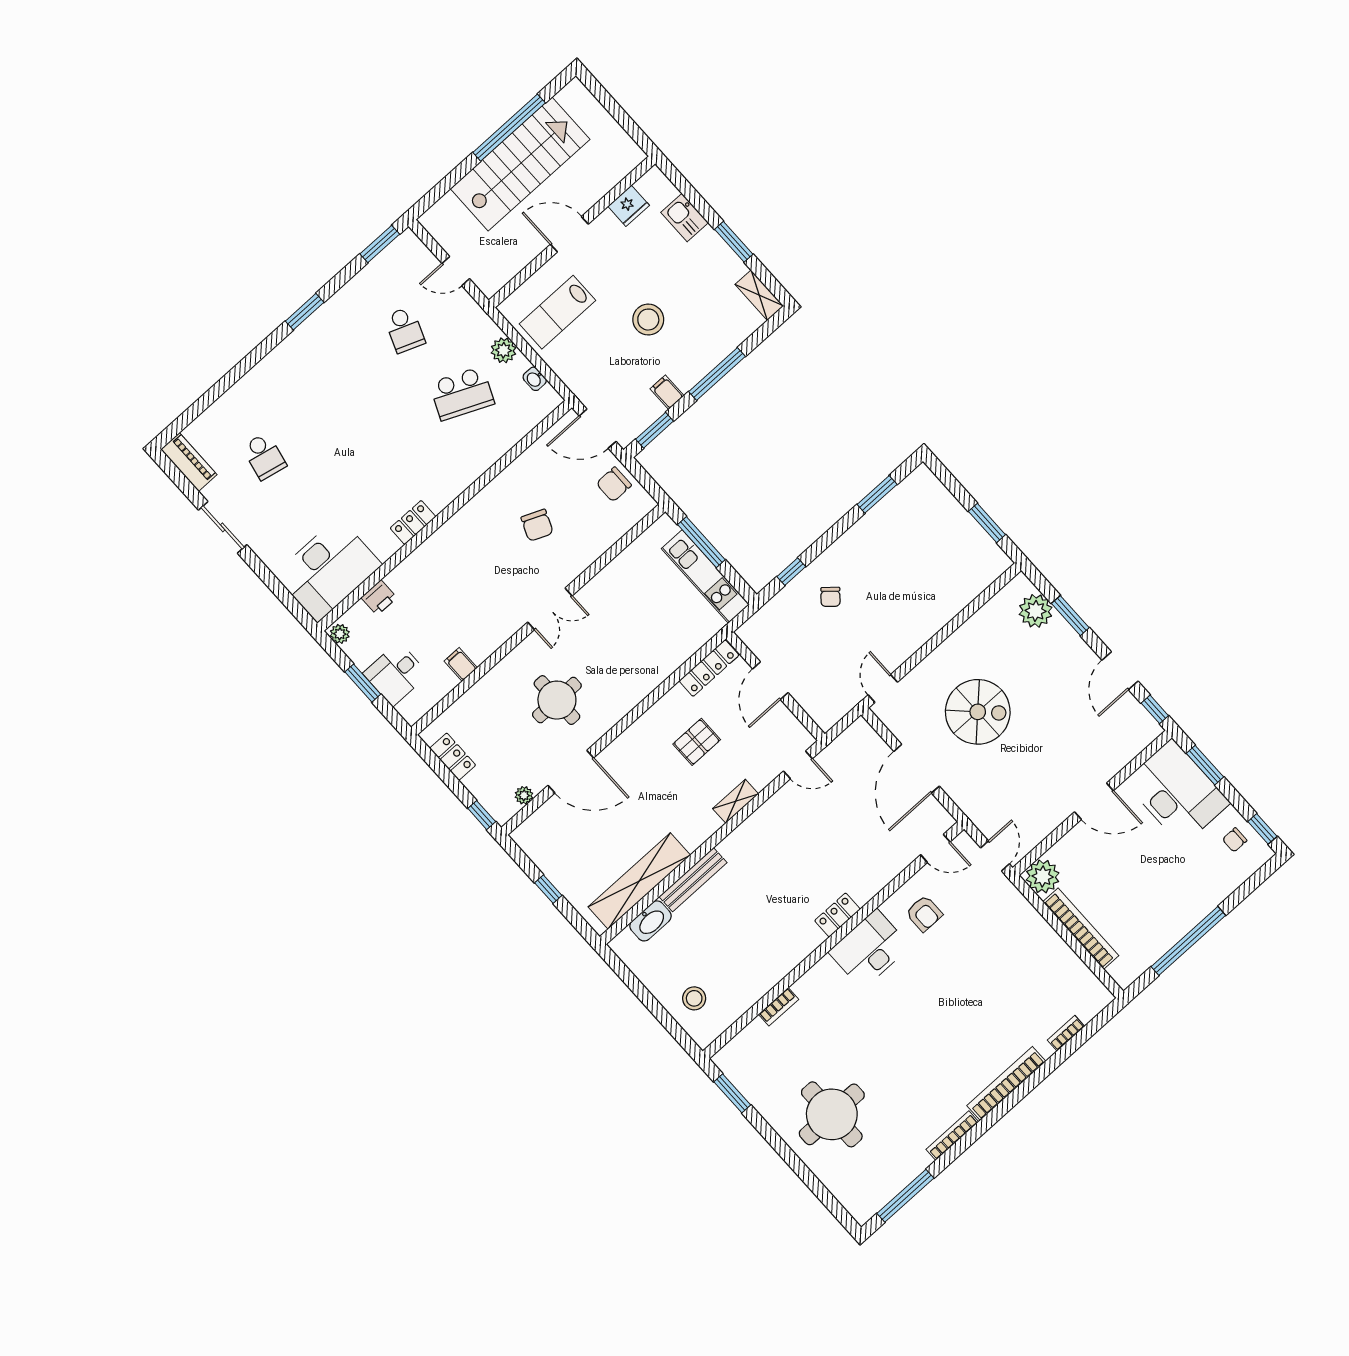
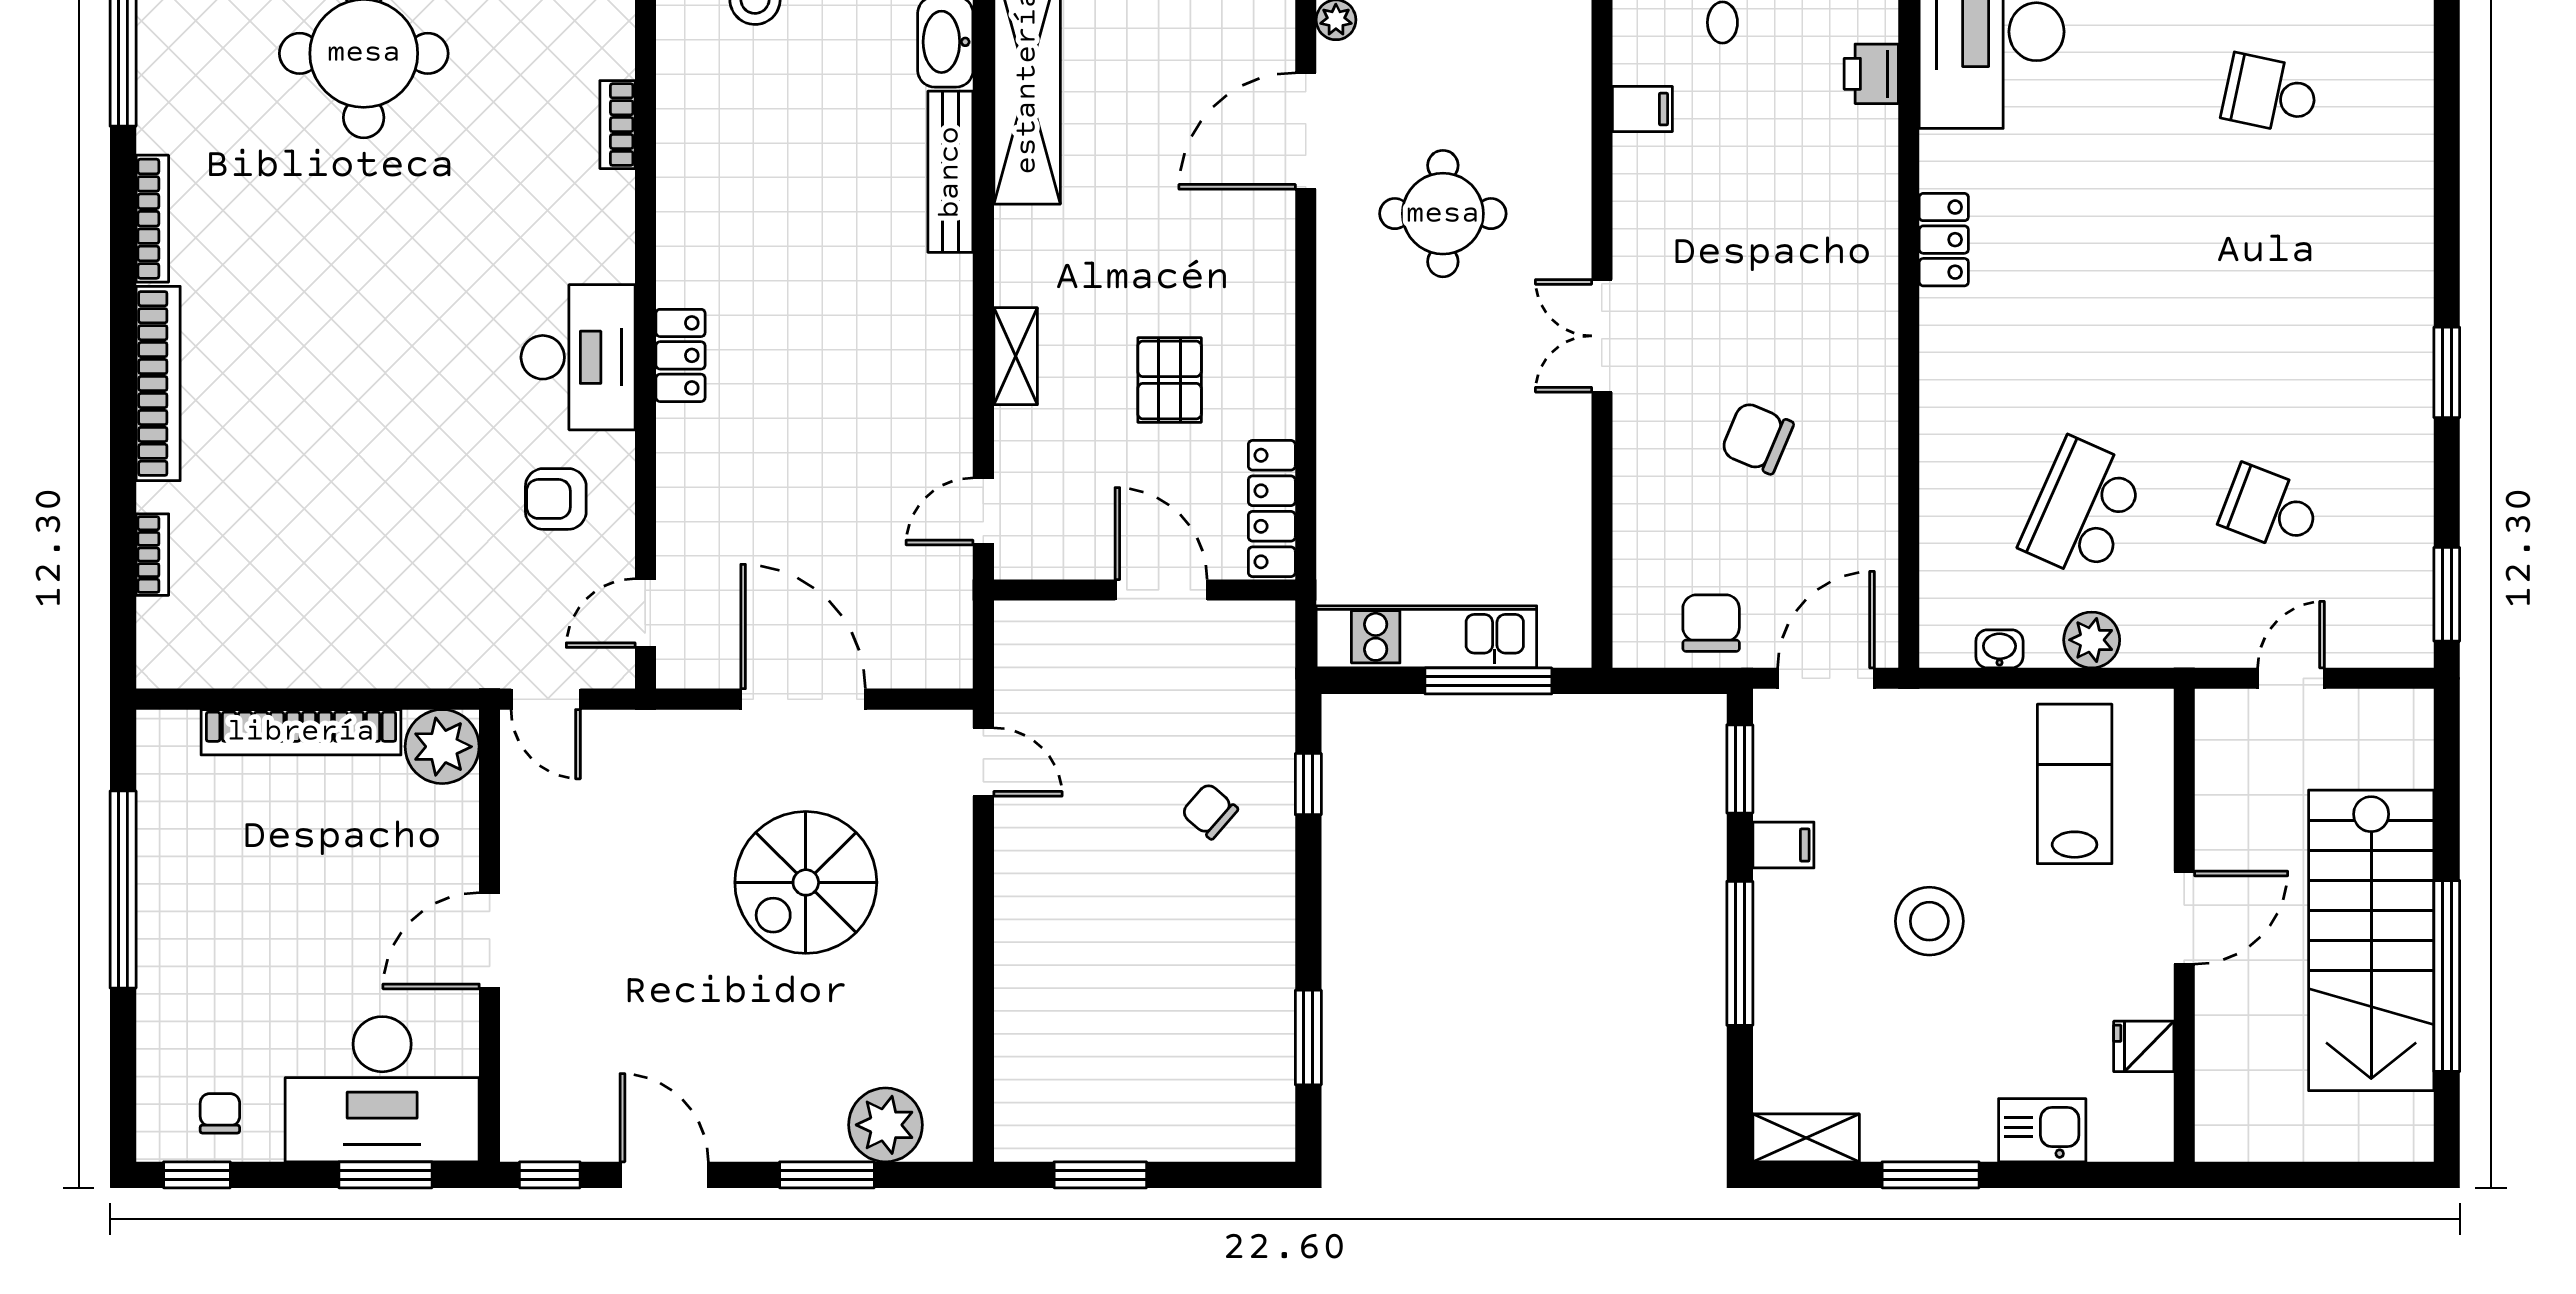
fridge: (629, 206) -> (2144, 1046), width x0.72

